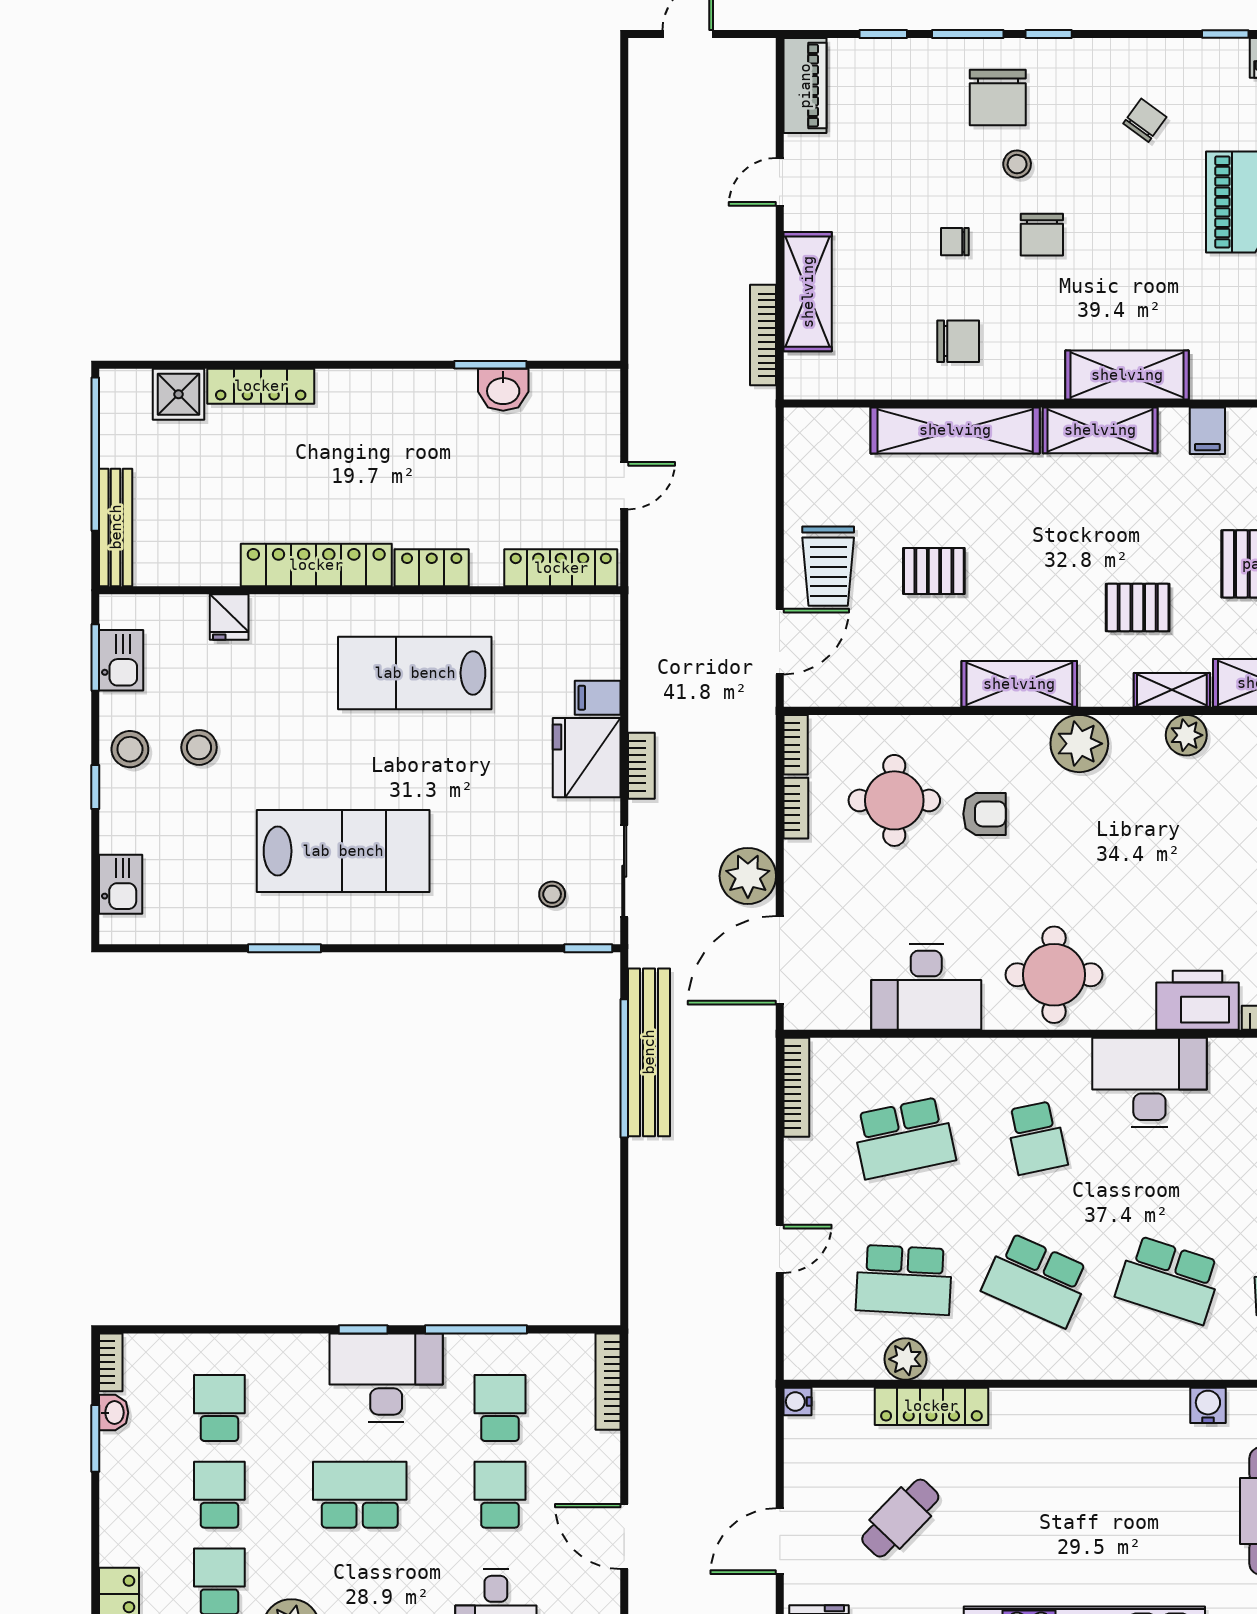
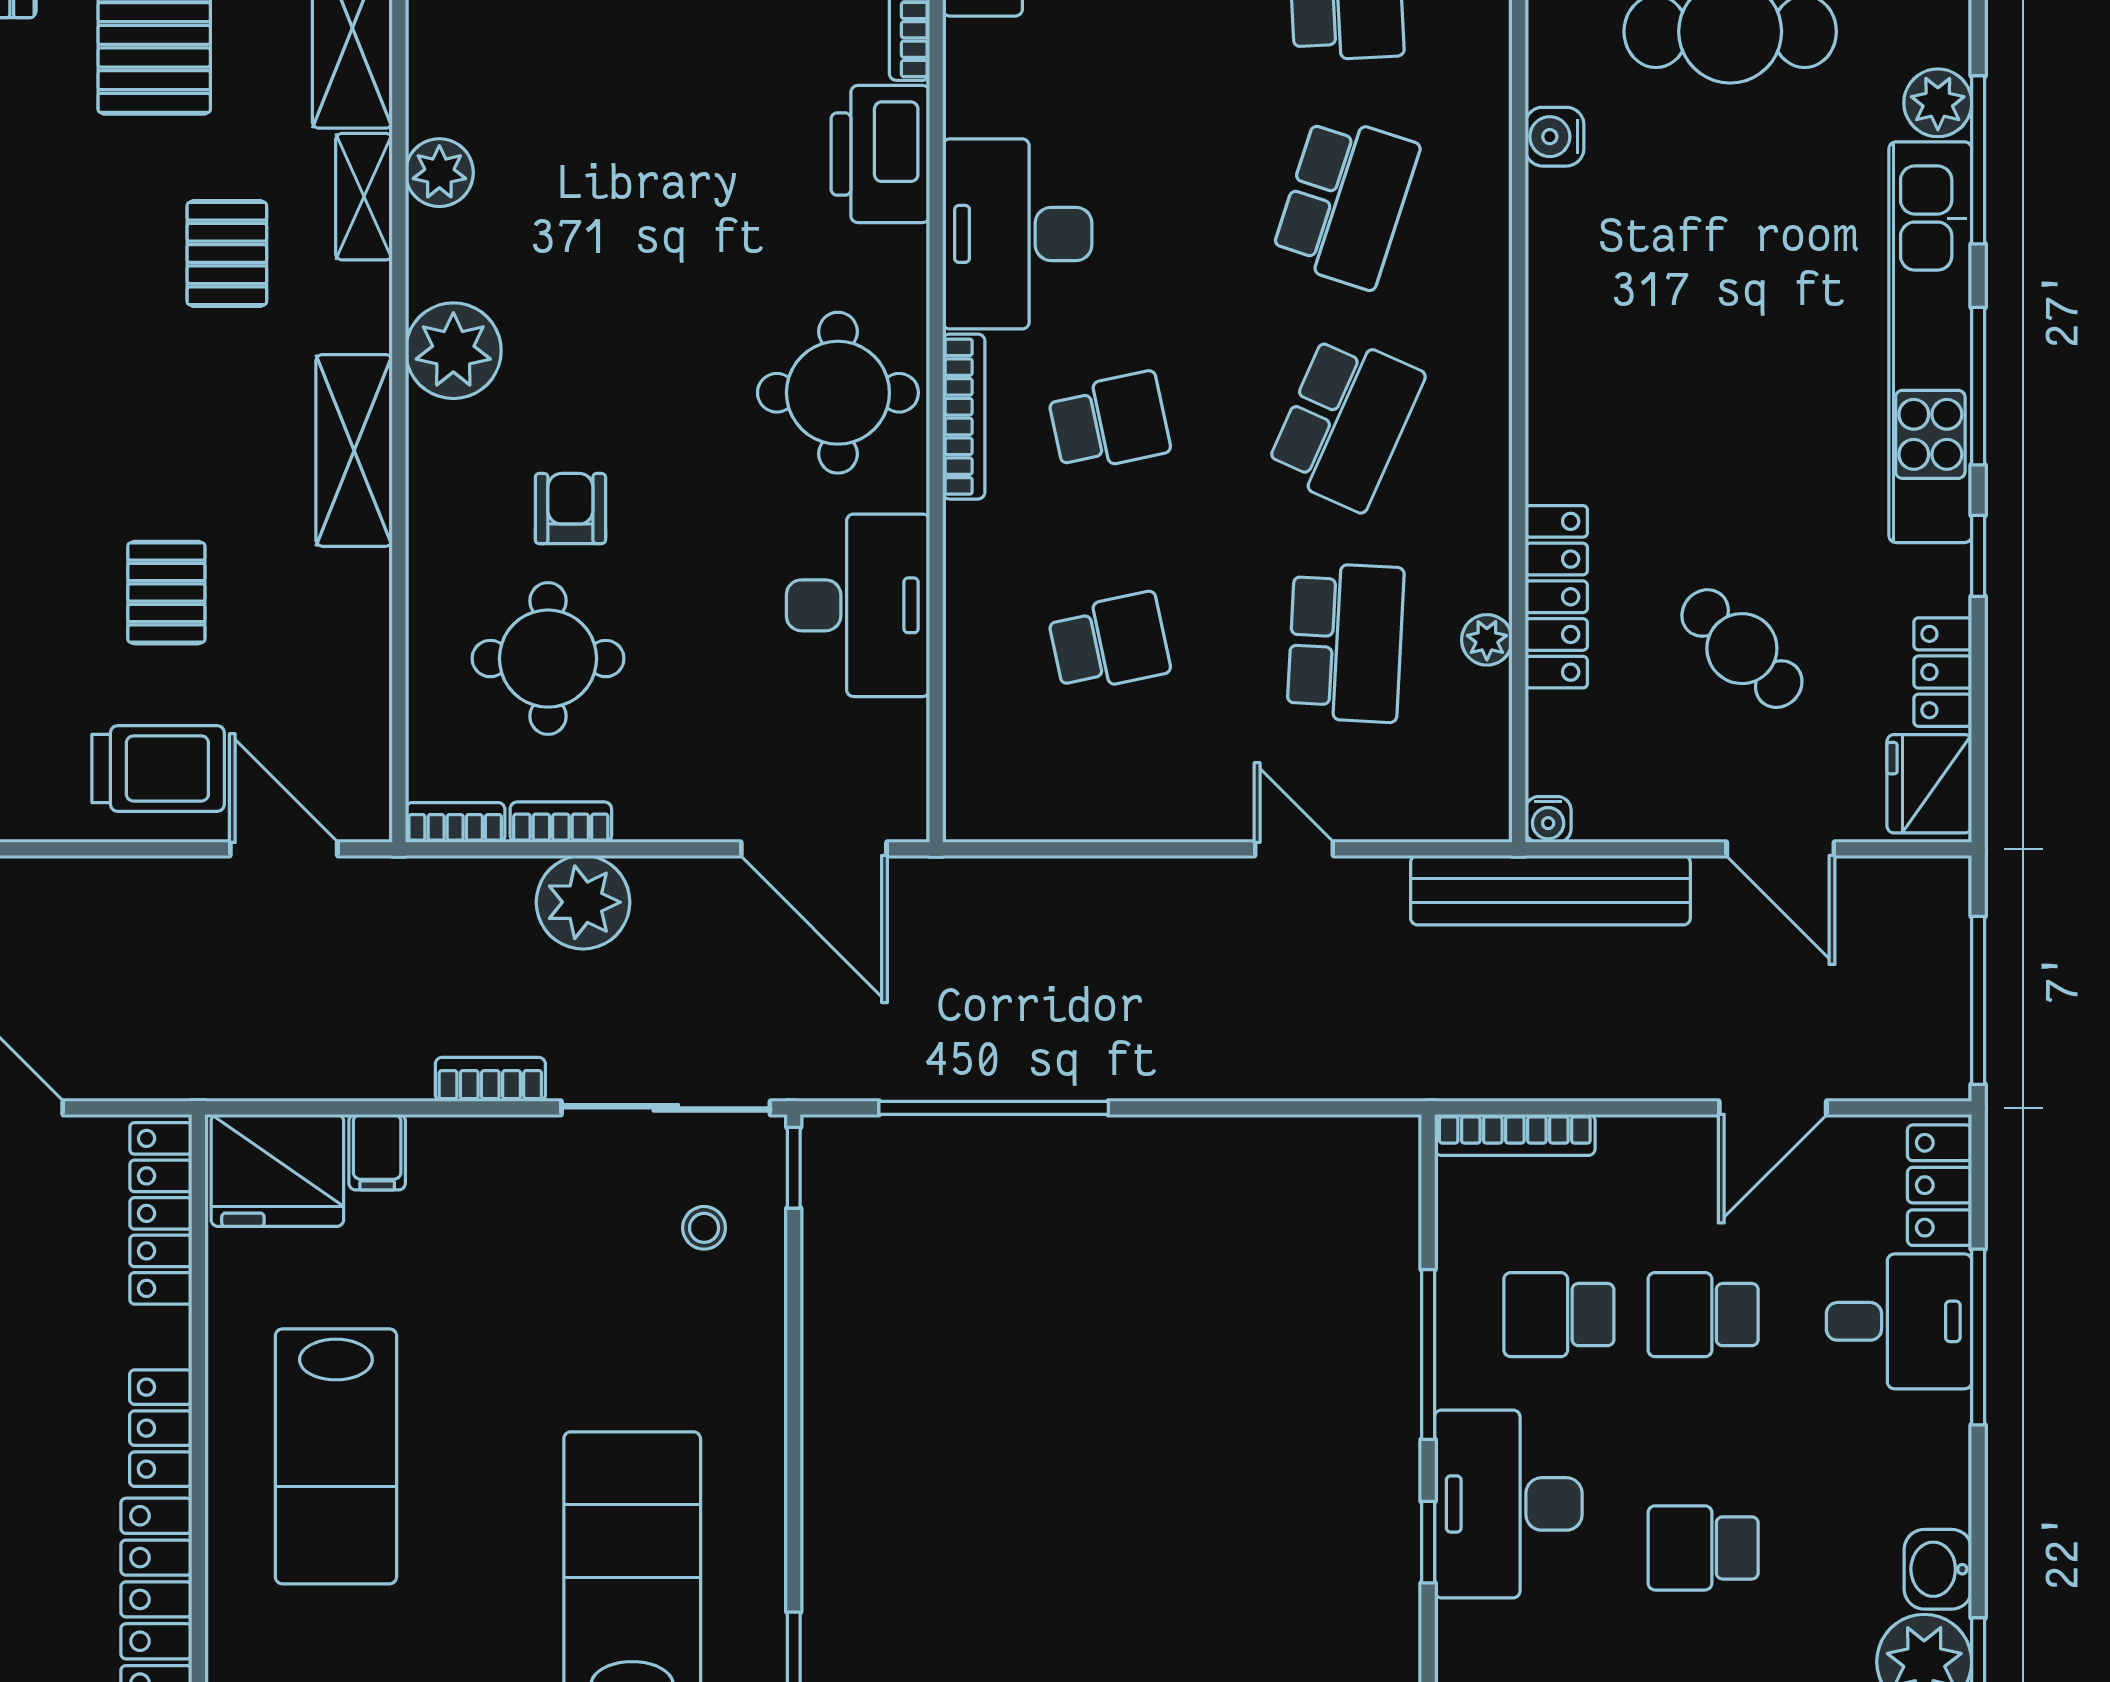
fridge: (587, 758) -> (277, 1170), moved
sliding door: (624, 871) -> (666, 1108), width x1.37
plant: (748, 876) -> (583, 902), moved
bench: (649, 1052) -> (1550, 890), moved
bookcase: (796, 1087) -> (964, 417), moved, turned 90
school desk: (904, 1138) -> (1109, 642), width x0.54
plant: (906, 1359) -> (1487, 640), width x0.73, depth x0.73
school desk: (360, 1495) -> (1703, 1548), width x0.54

